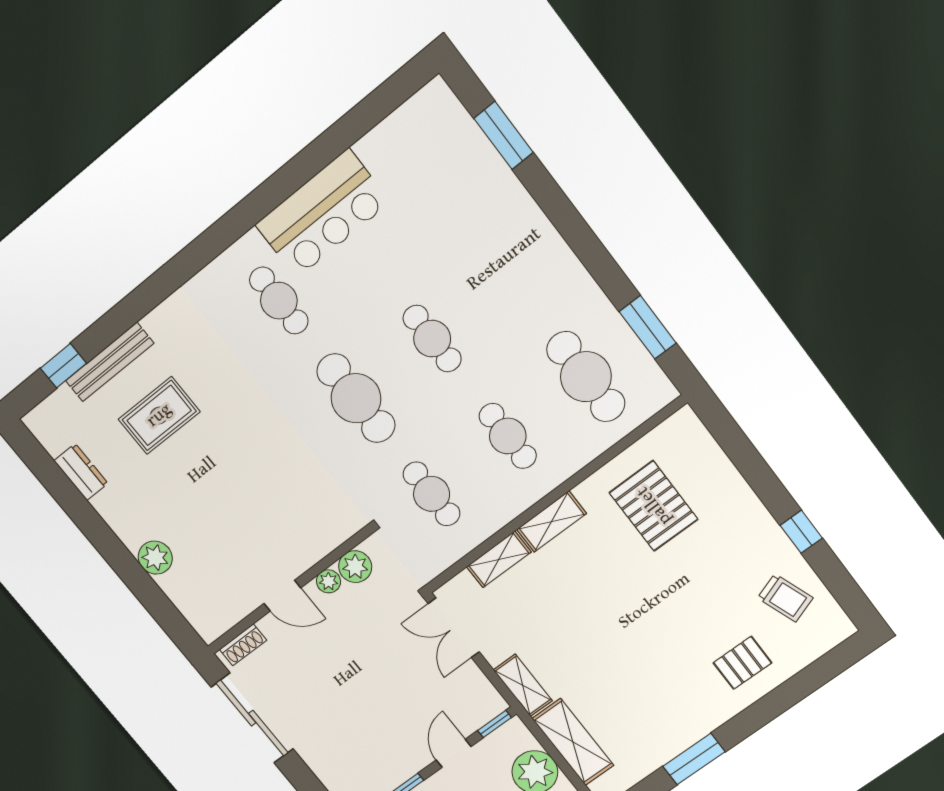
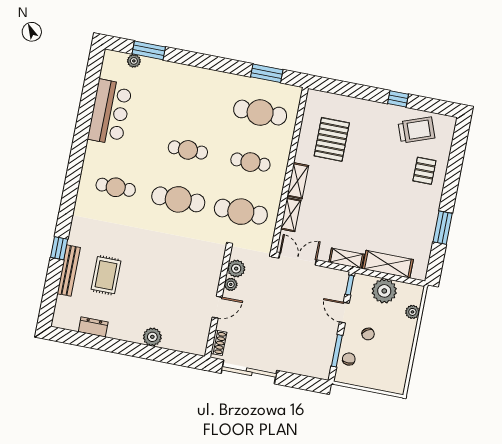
plant: (467, 132) -> (134, 61), added
bar counter: (323, 213) -> (110, 112), moved
window: (63, 366) -> (59, 248), moved
cafe table: (432, 494) -> (241, 212), width x1.37, depth x1.35
pallet: (654, 506) -> (332, 139), turned 90
trolley: (785, 598) -> (416, 130), width x1.36, depth x1.39
double door: (454, 628) -> (298, 259), swing flipped

